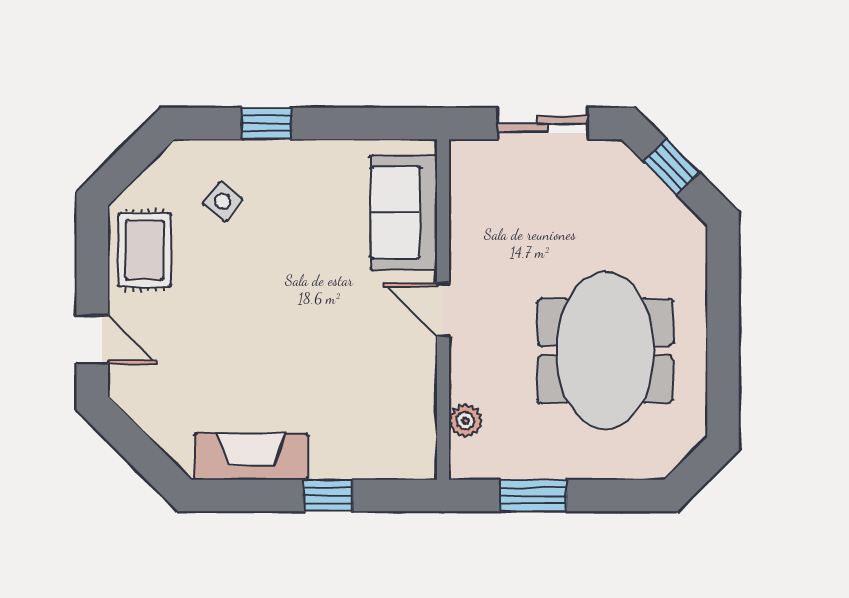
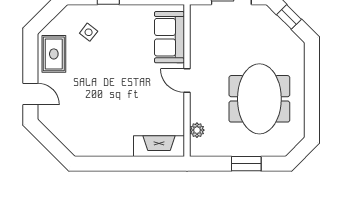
fireplace: (251, 457) -> (159, 146), moved
window: (328, 496) -> (136, 164), removed
window: (533, 496) -> (246, 164), moved

